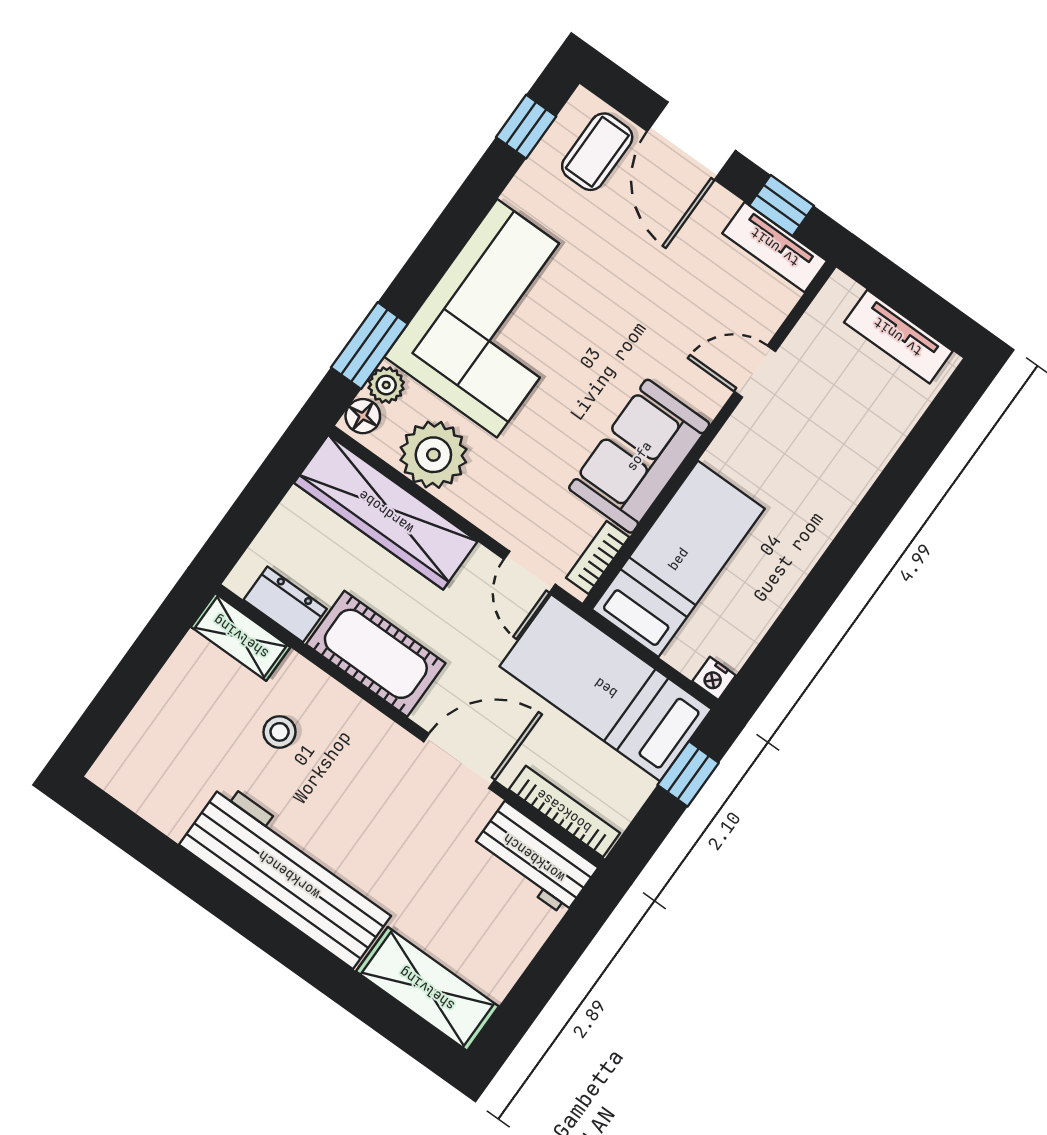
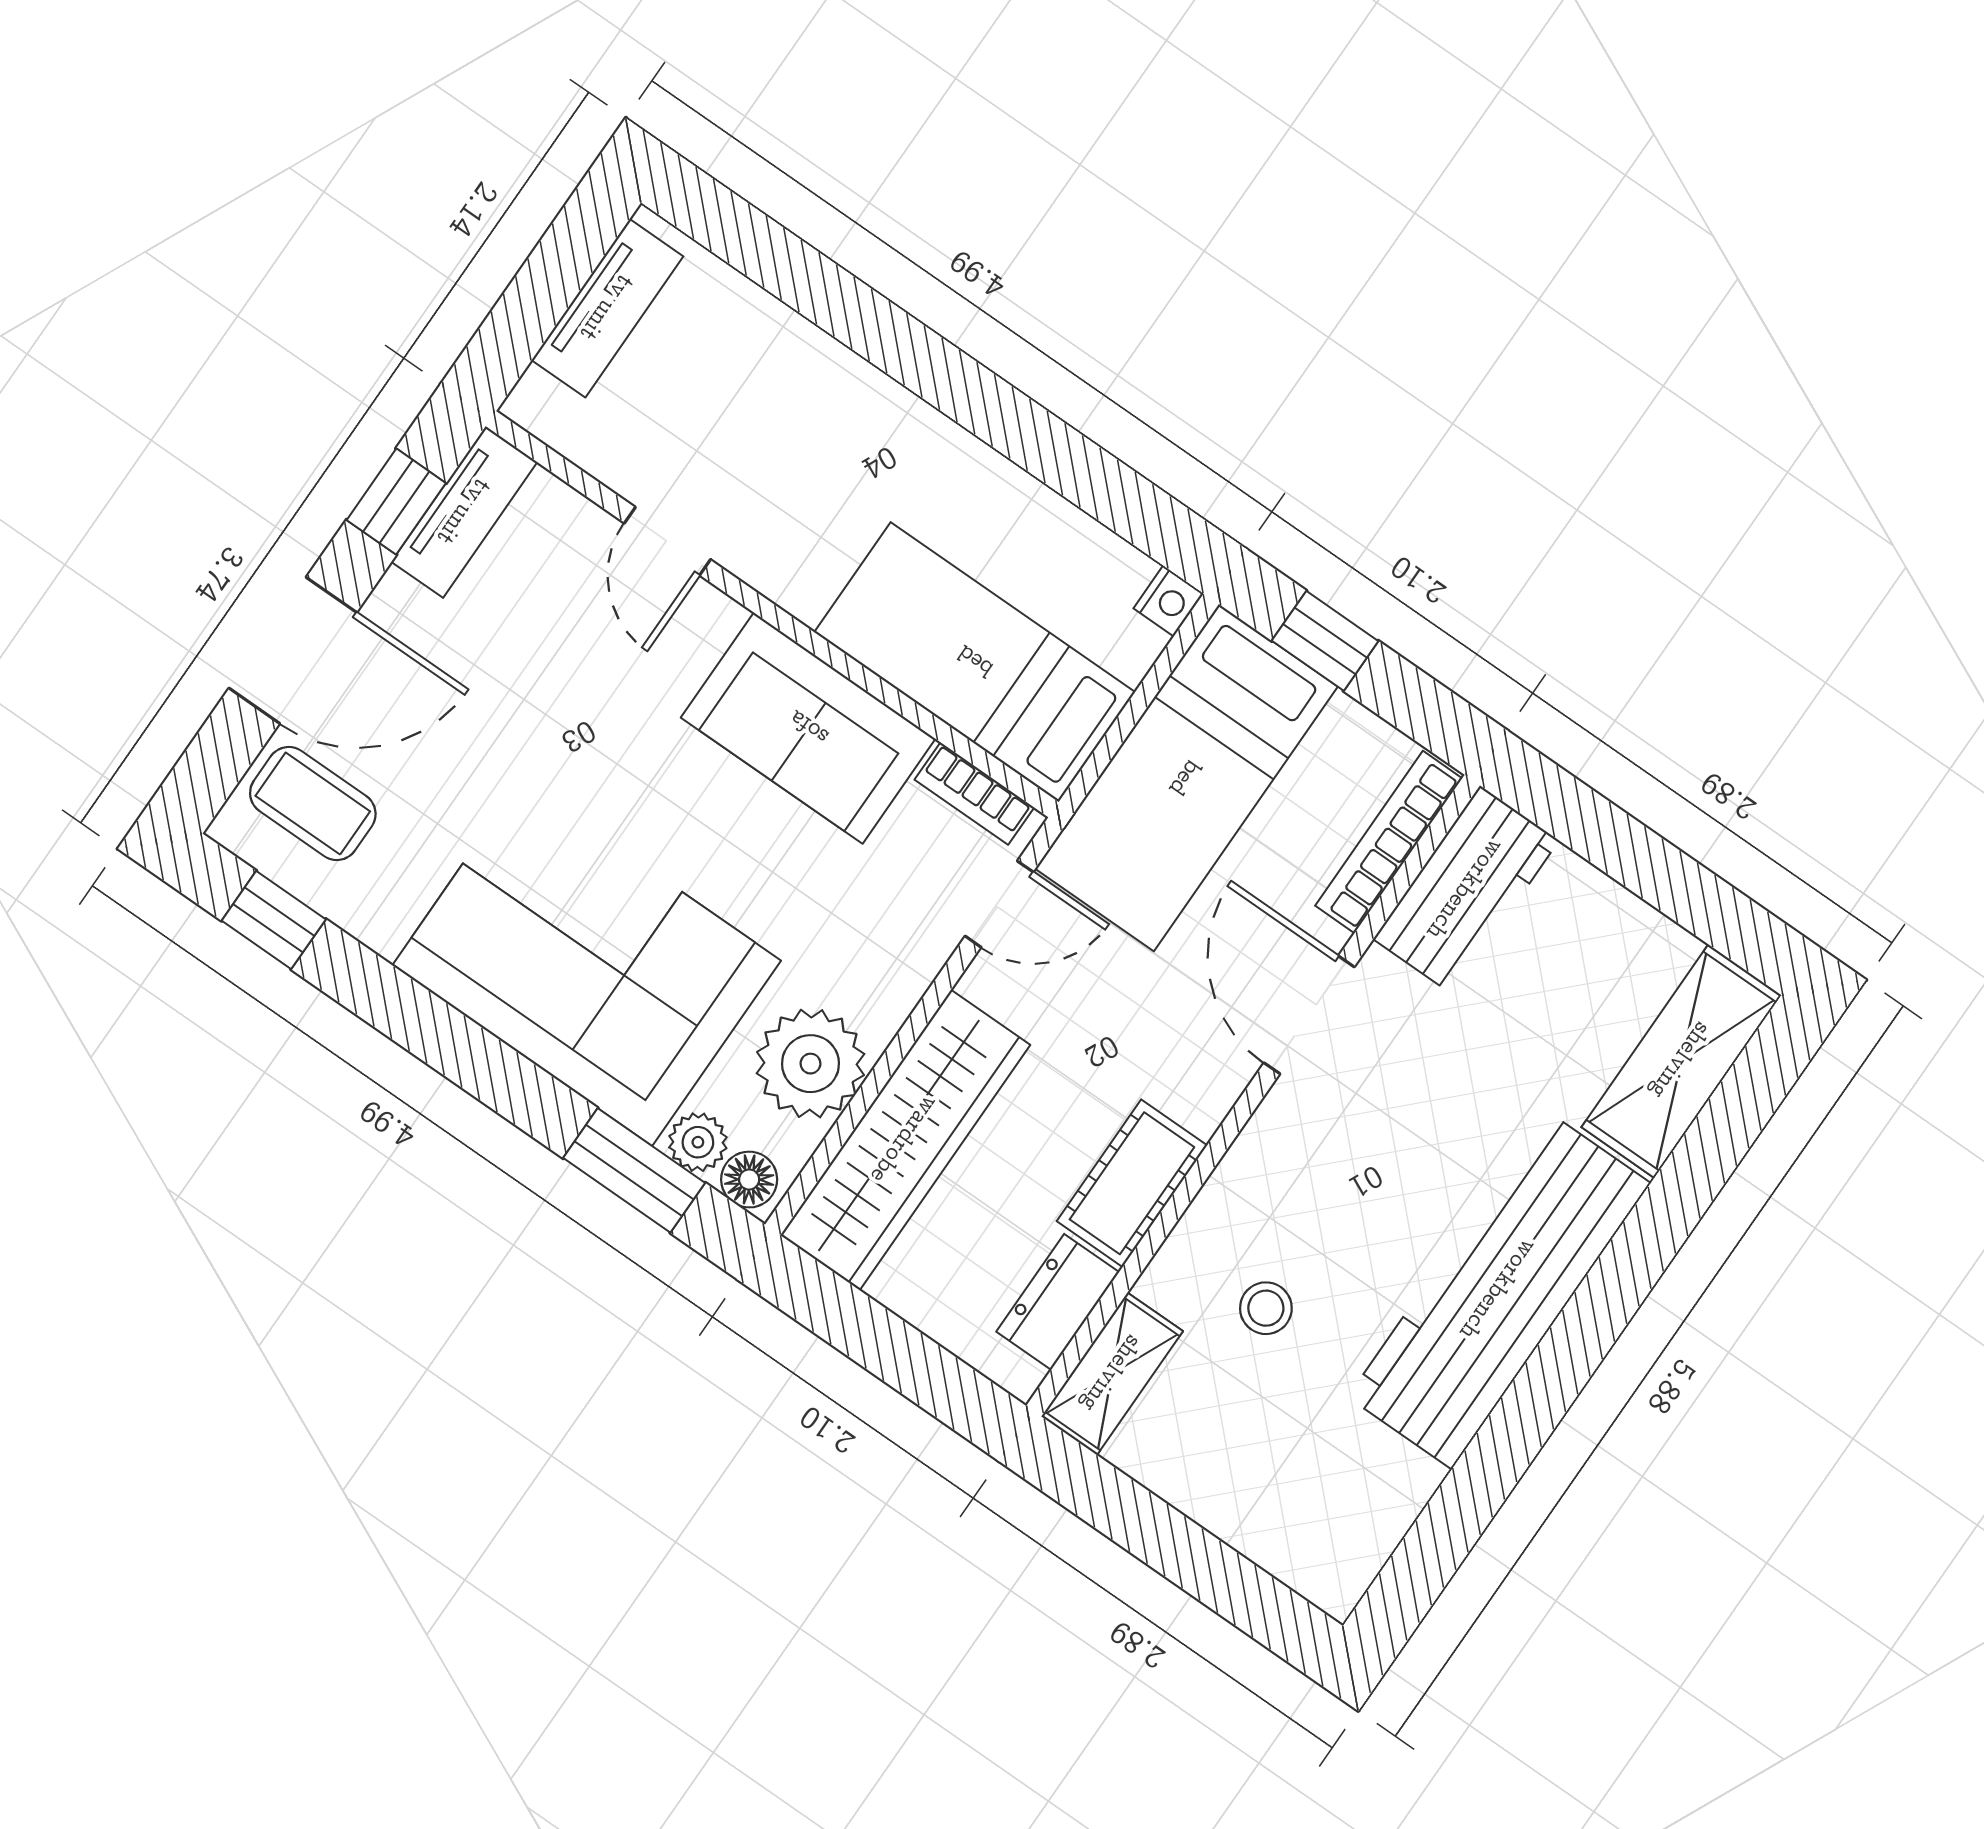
cot: (376, 654) -> (1132, 1183), width x0.73, depth x0.75

